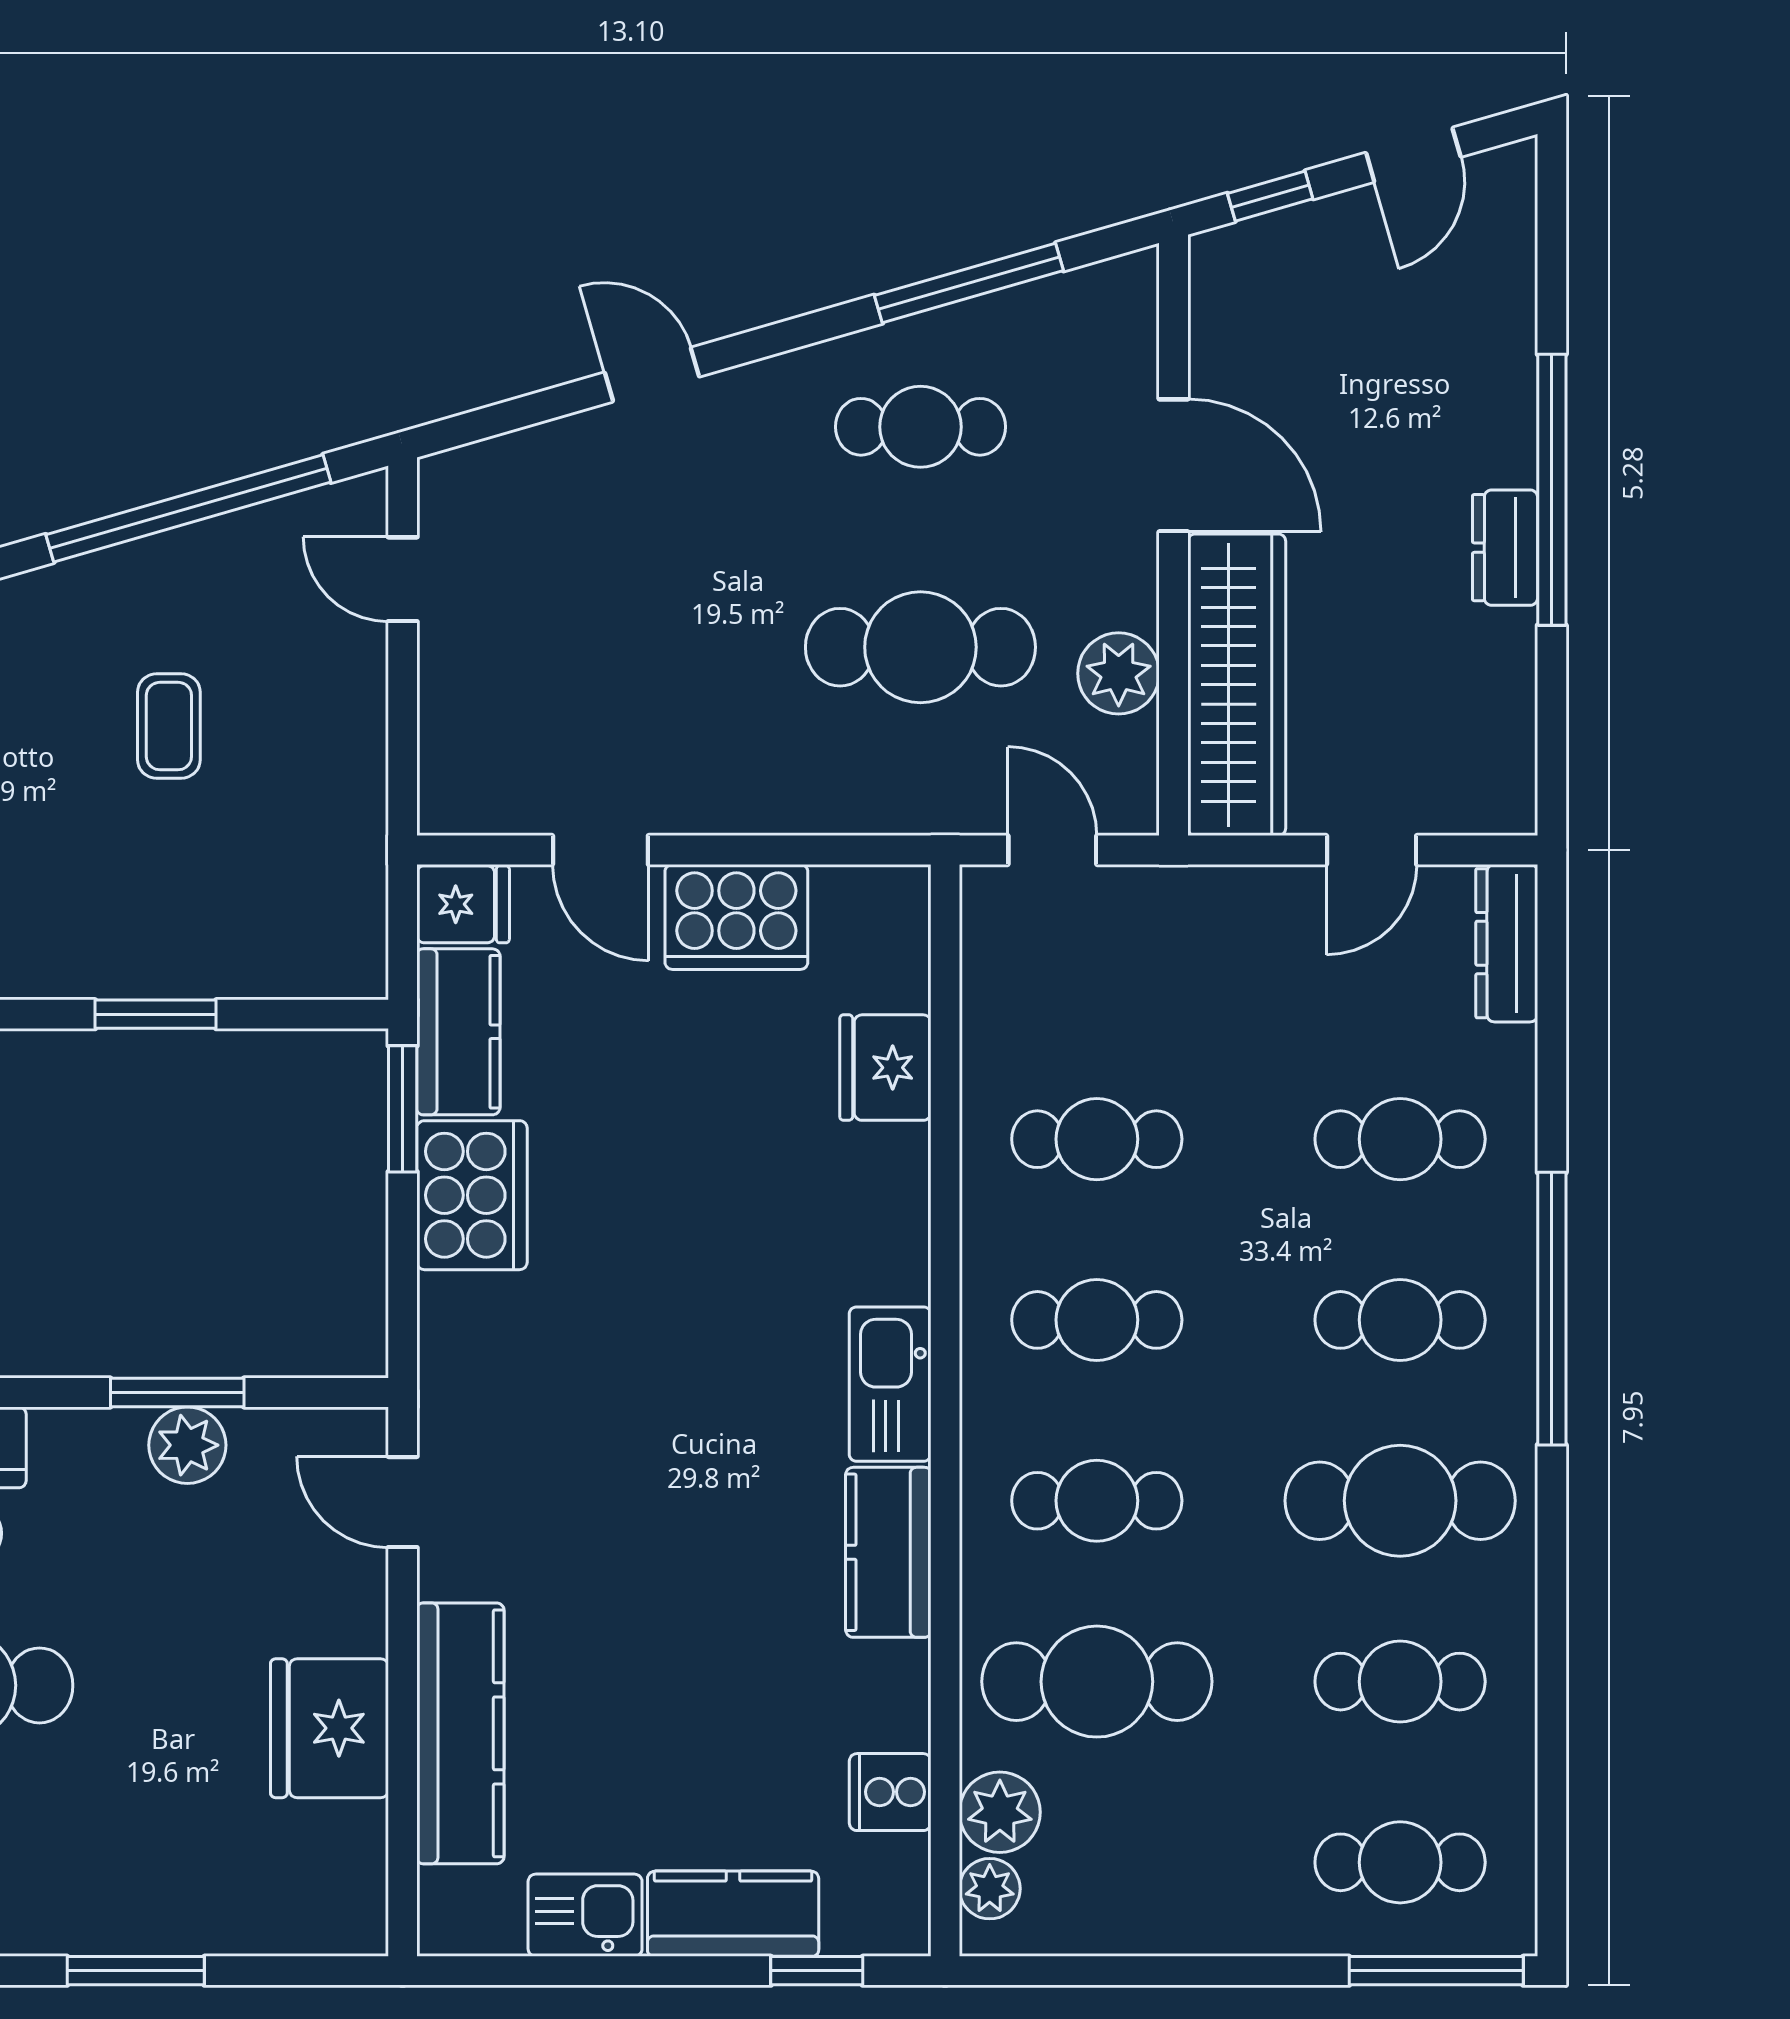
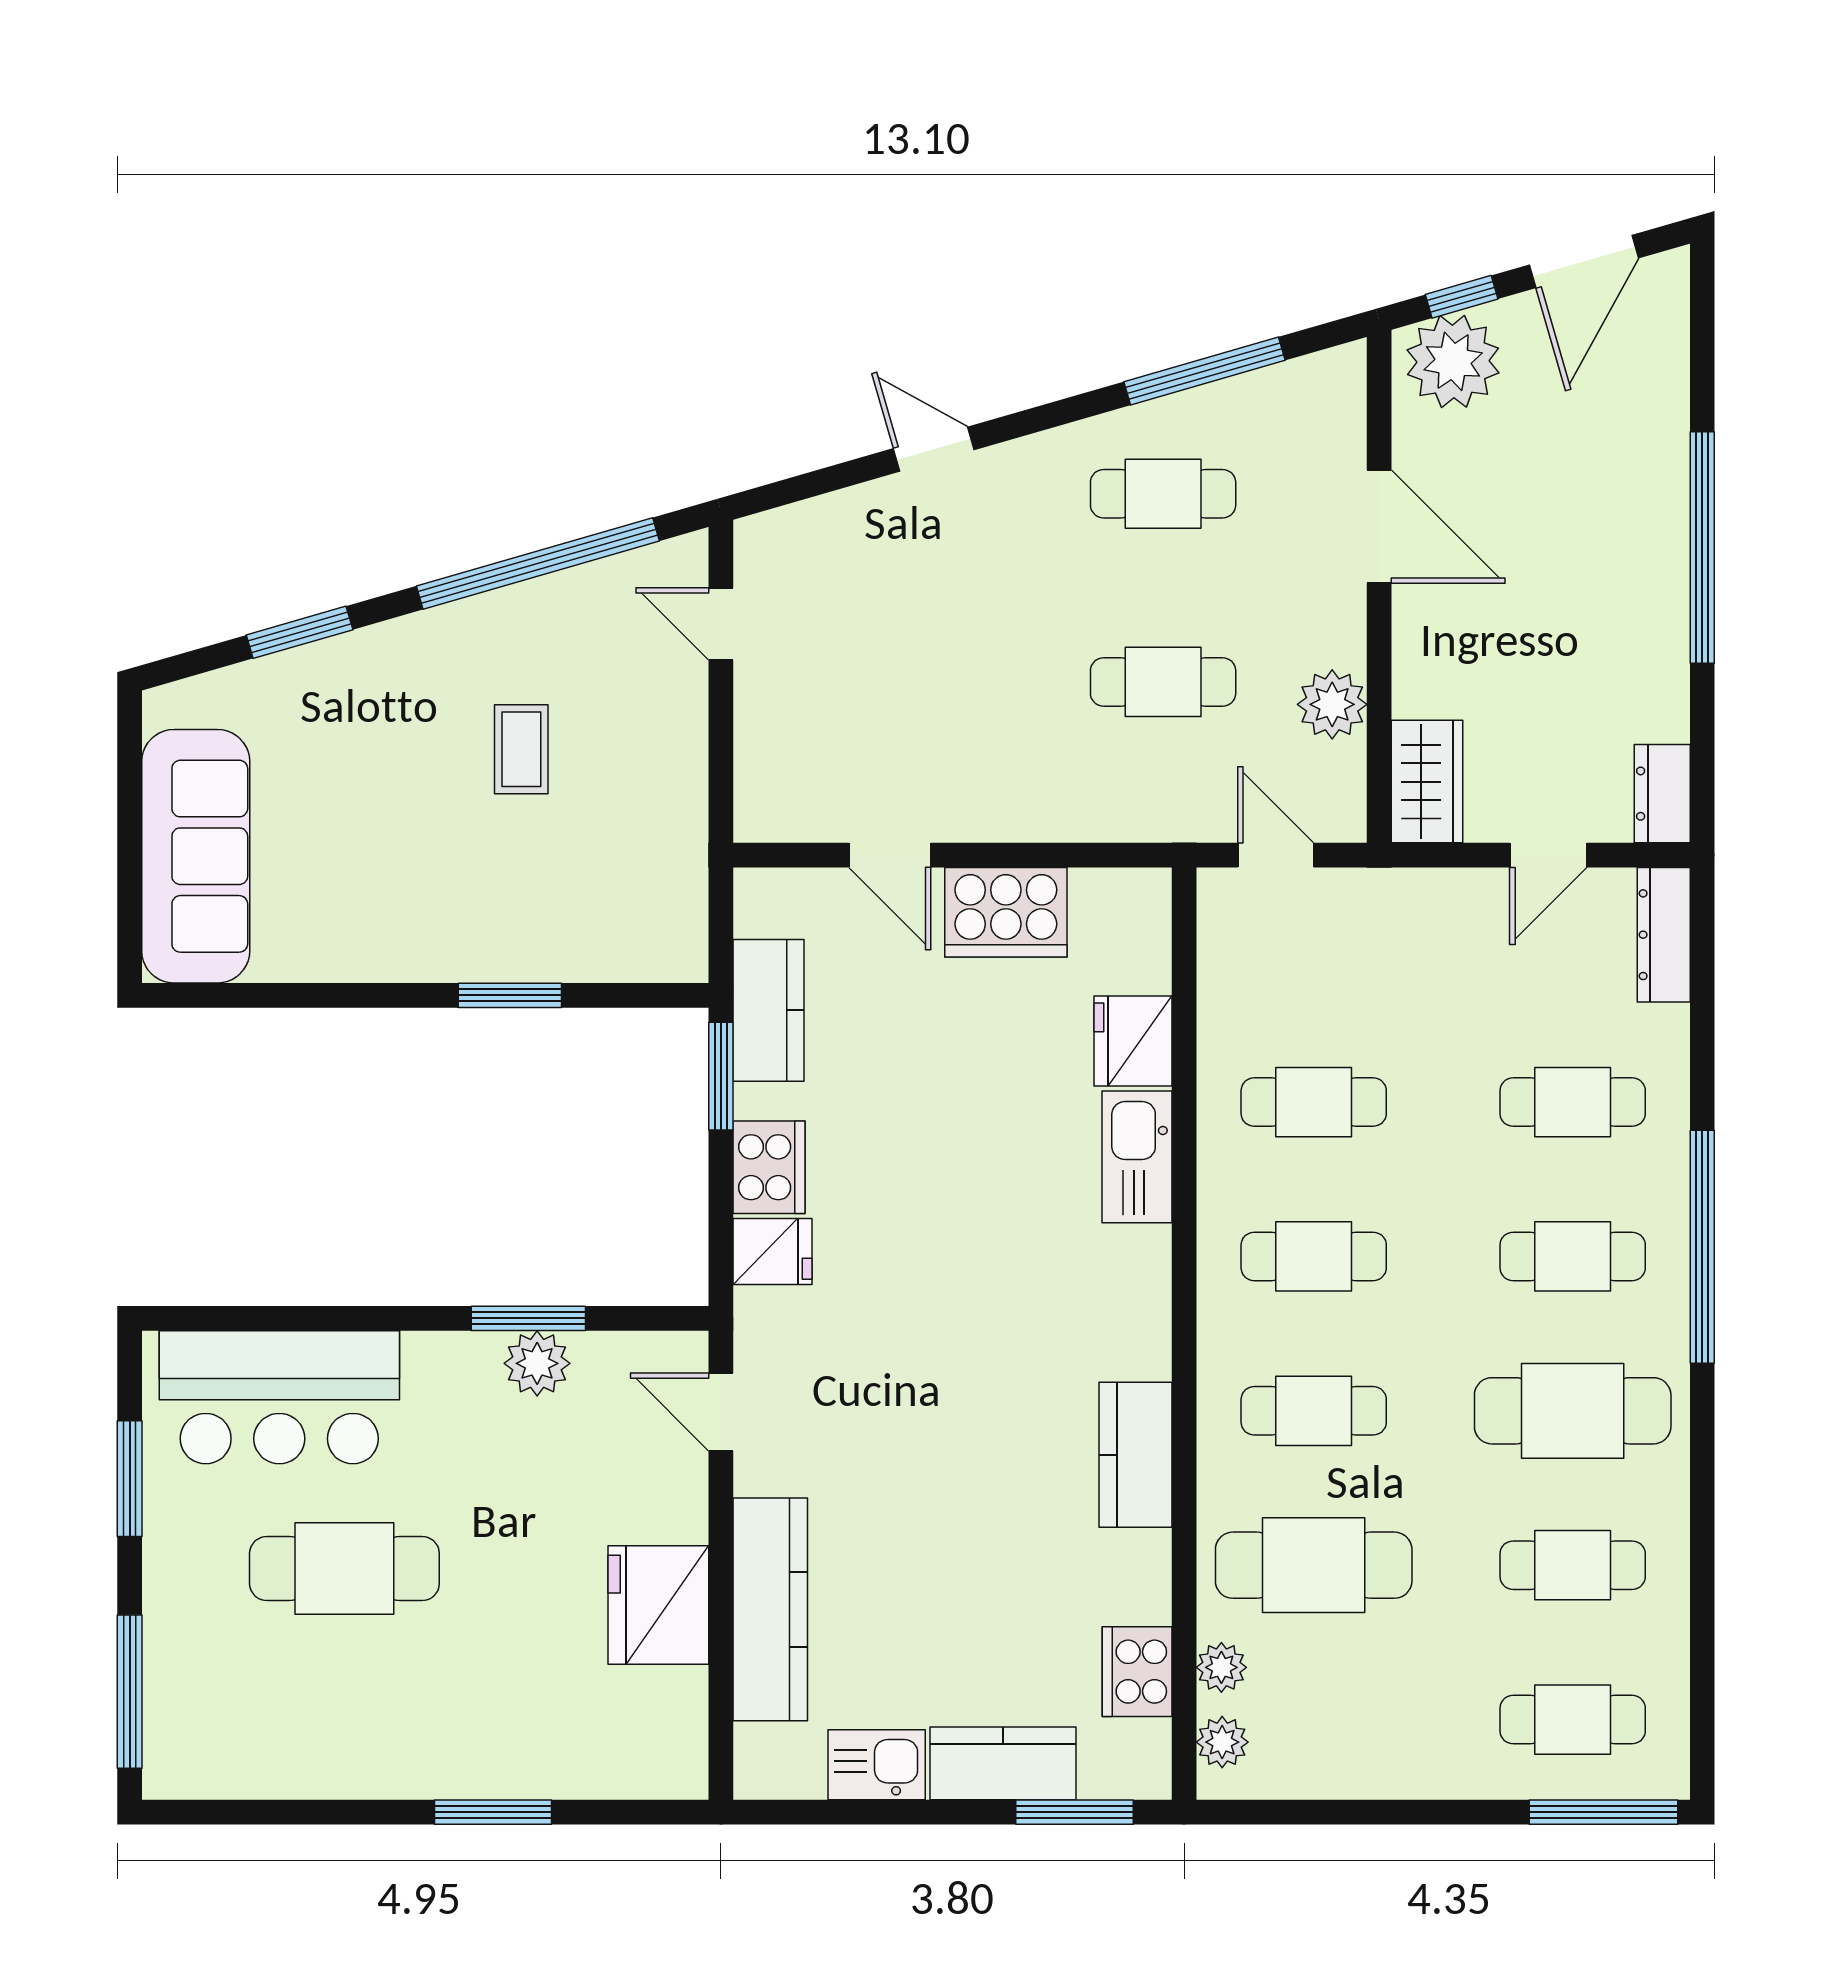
door: (1413, 155) -> (1584, 261), width x1.38
plant: (1260, 272) -> (1453, 361), added
dresser: (1505, 548) -> (1662, 794), moved
cafe table: (920, 647) -> (1163, 682), width x0.73, depth x0.74
wardrobe: (1237, 685) -> (1427, 782), width x0.48, depth x0.85
fridge: (463, 904) -> (772, 1252), moved
cooker: (472, 1195) -> (769, 1167), width x0.73, depth x0.76
kitchen sink: (890, 1384) -> (1137, 1157), moved
cooker: (890, 1792) -> (1137, 1672), width x1.36
plant: (1000, 1812) -> (1221, 1667), width x0.73, depth x0.73
window: (817, 1971) -> (1074, 1812), width x1.50

